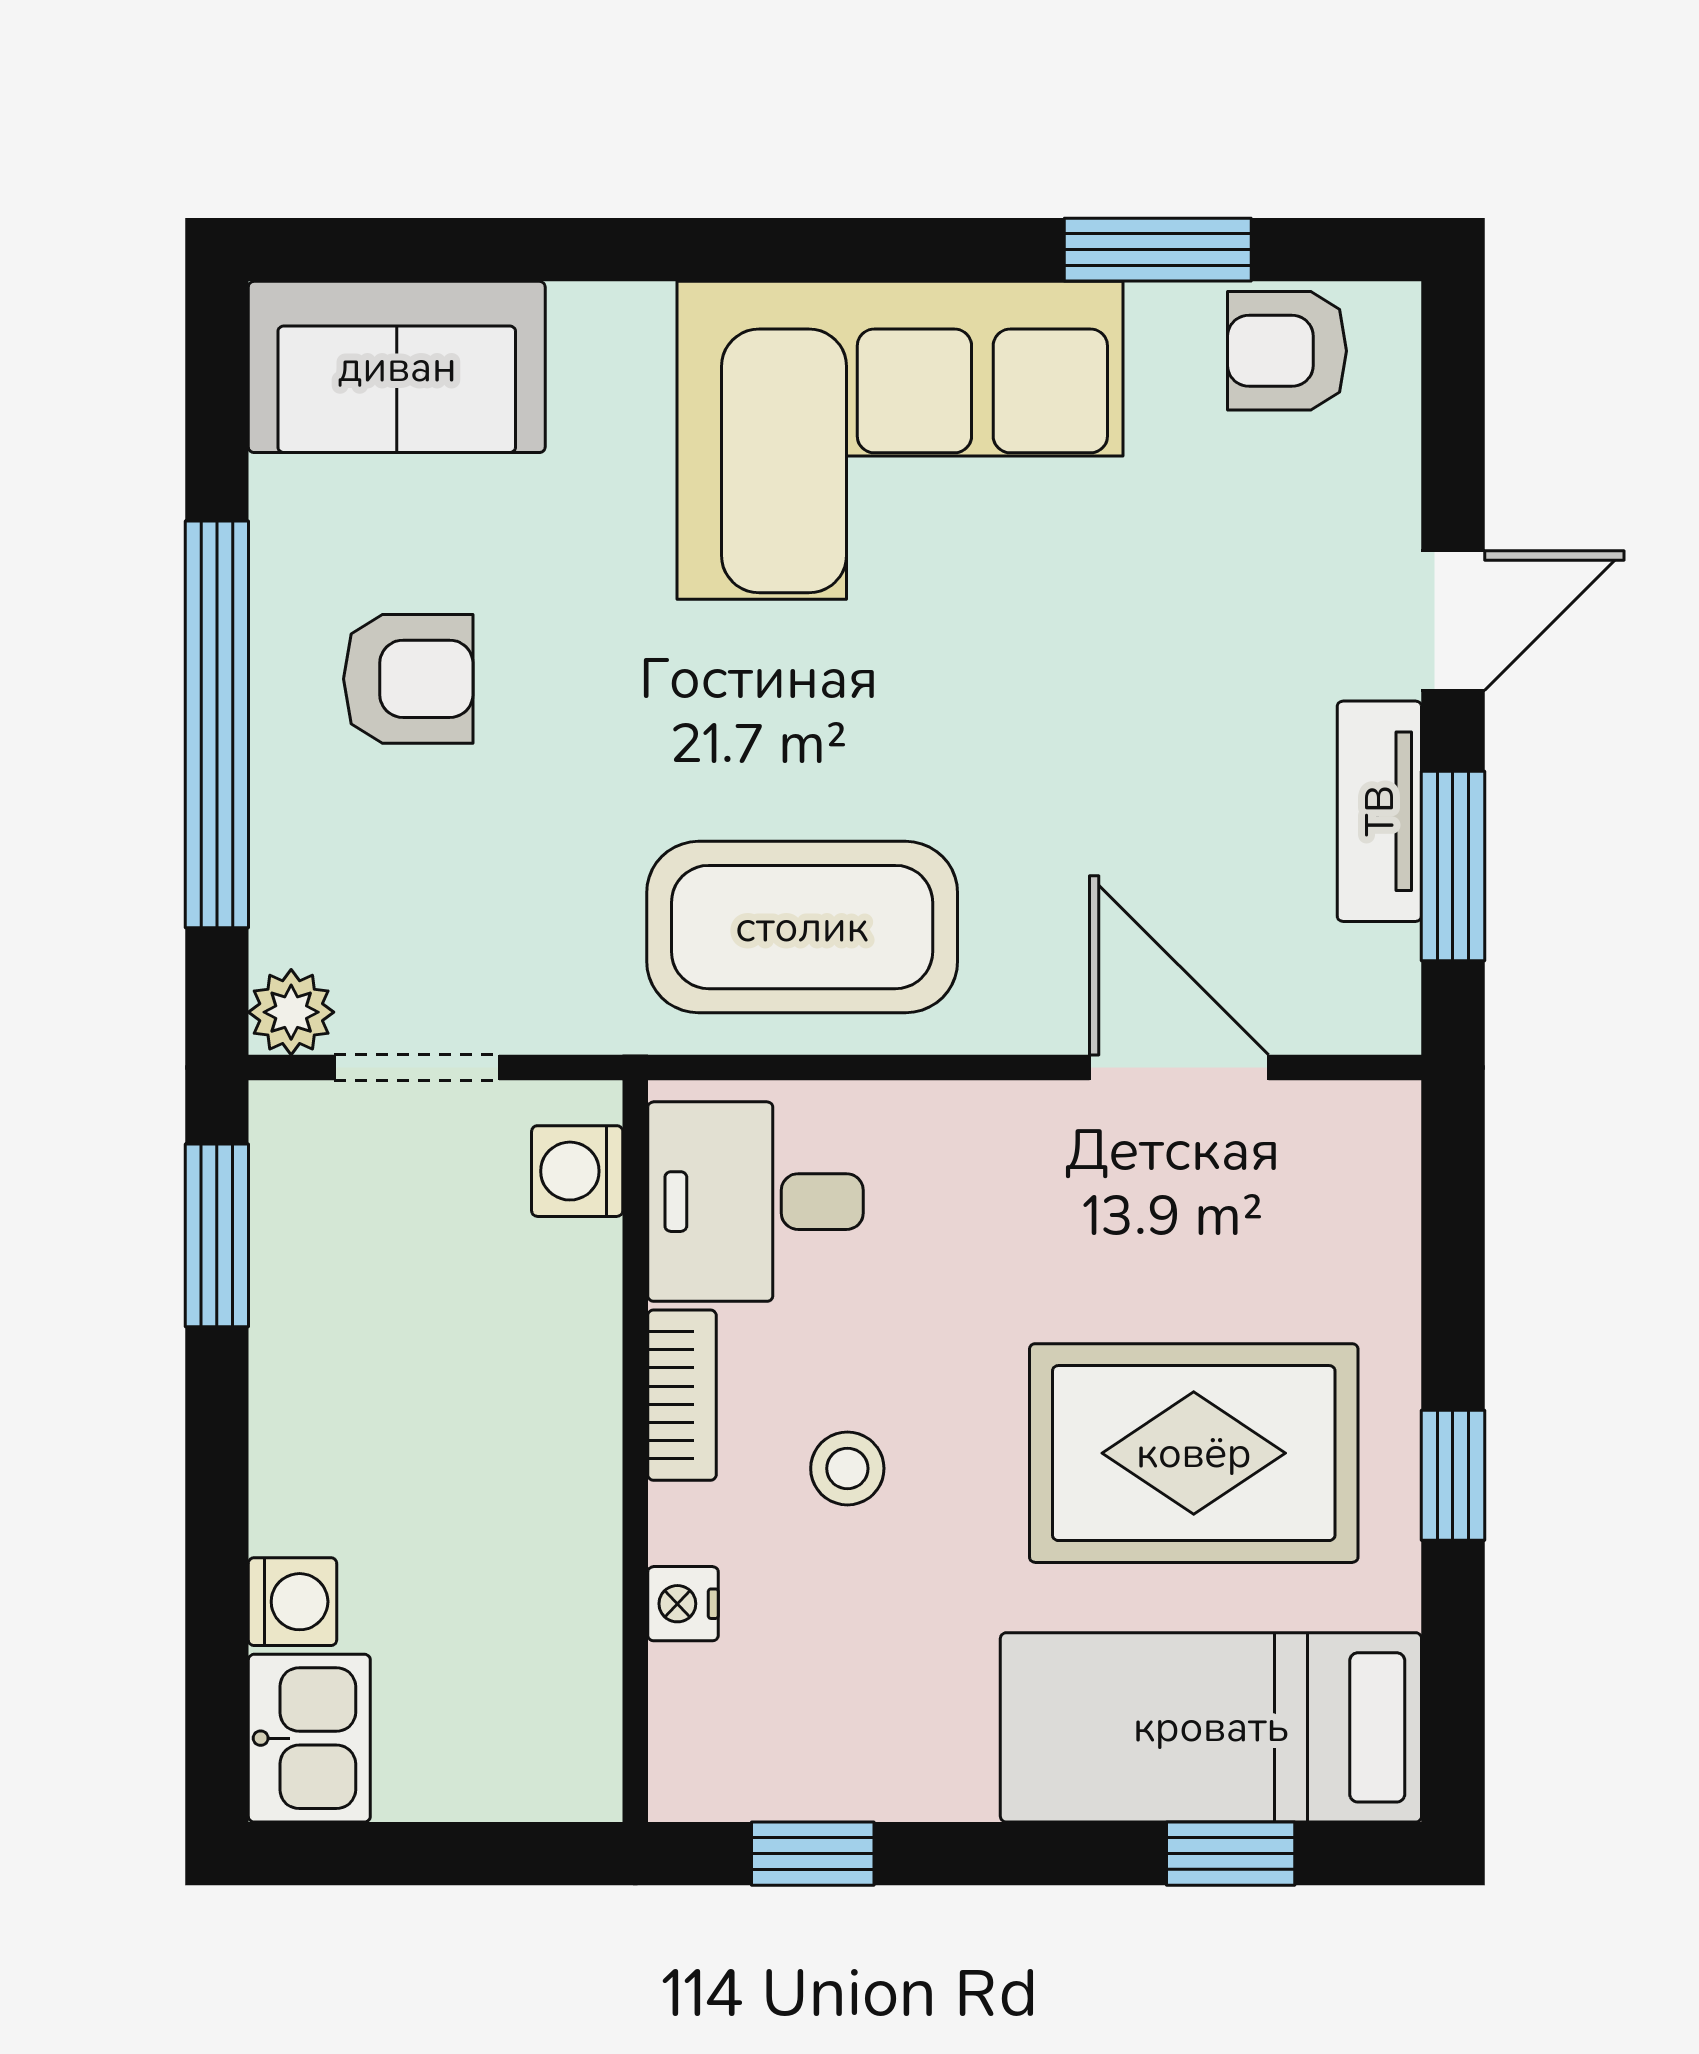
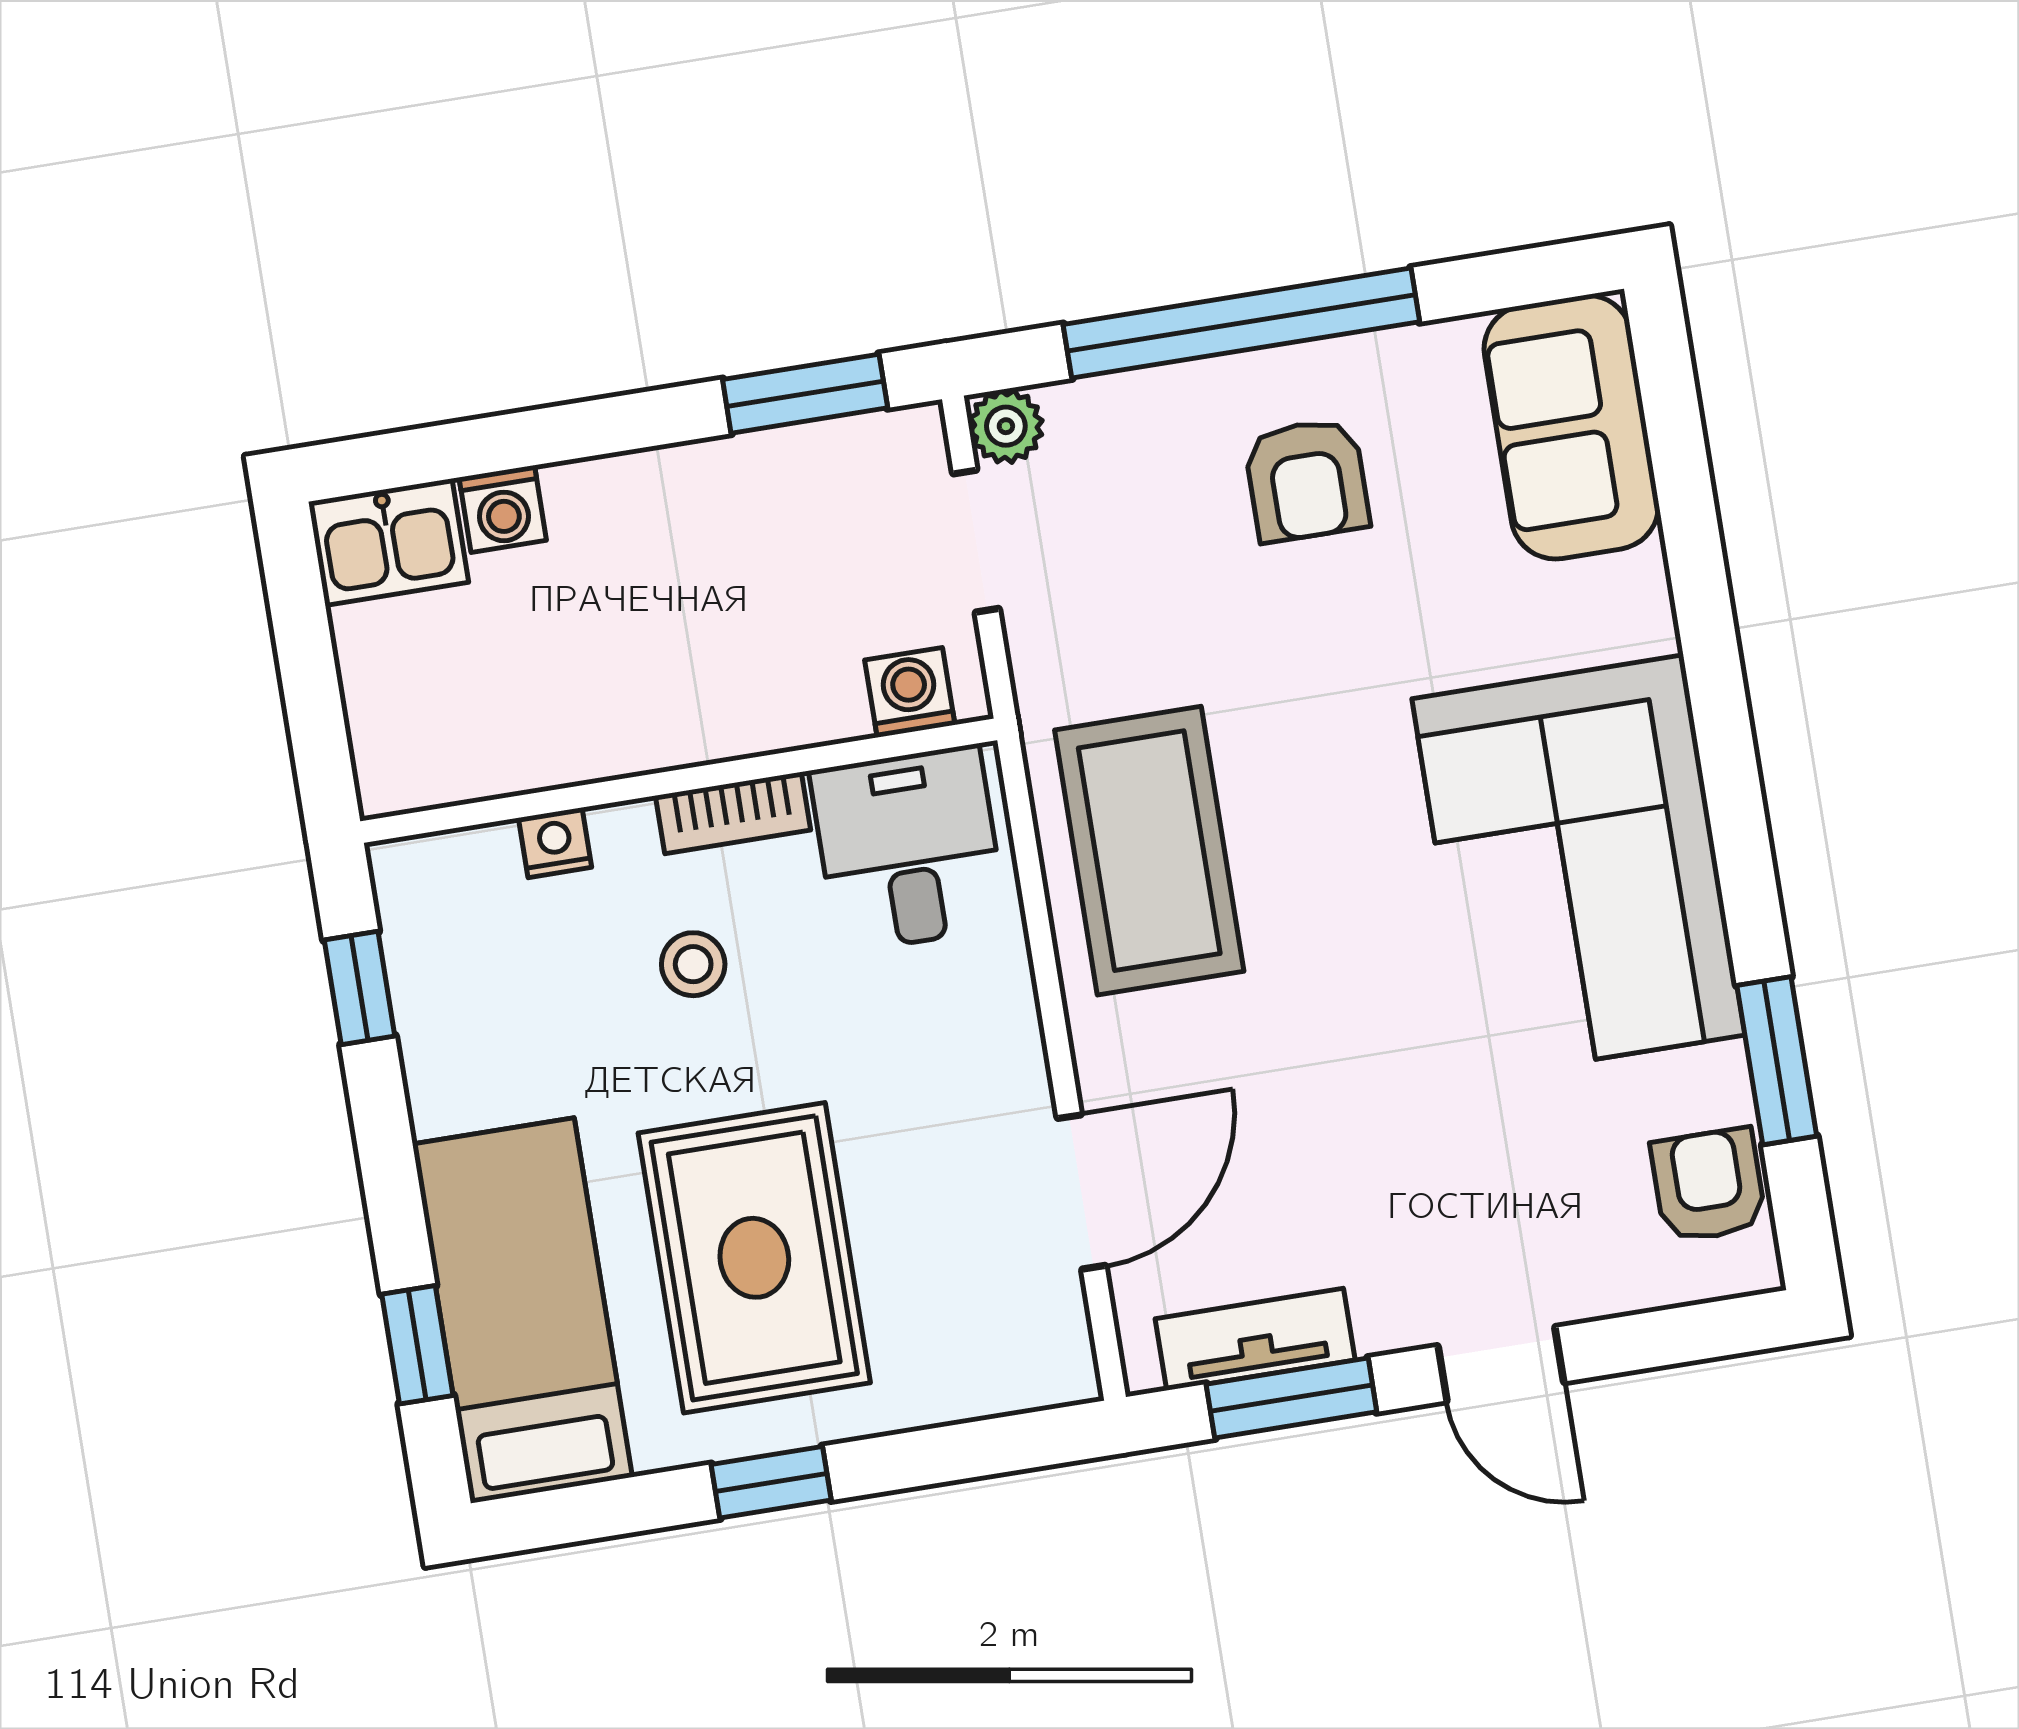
tv unit: (1379, 811) -> (1255, 1339), moved

